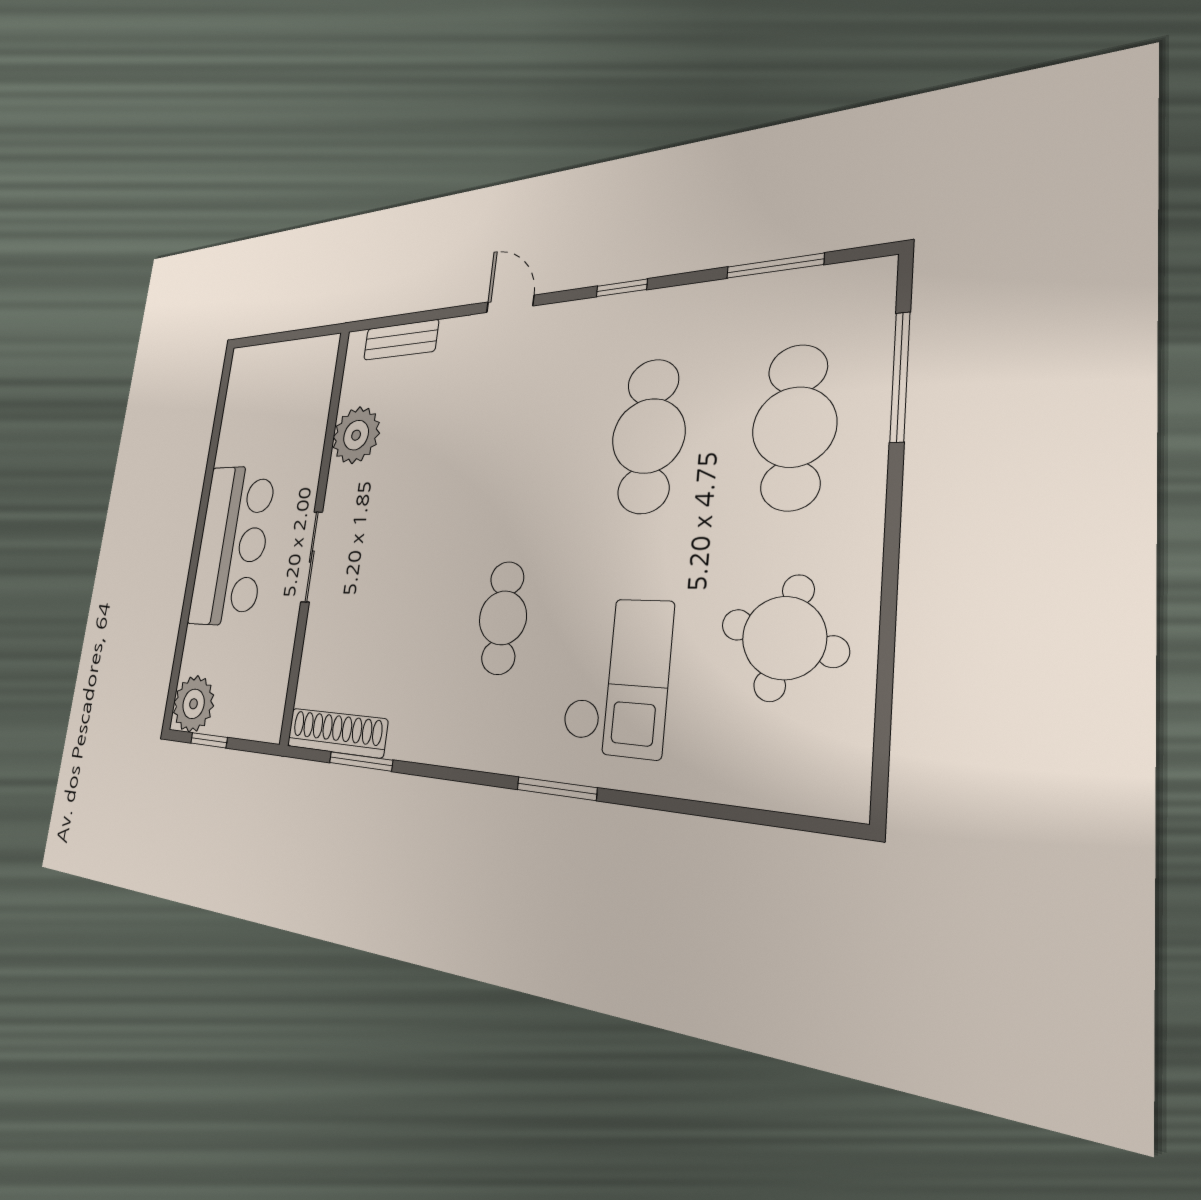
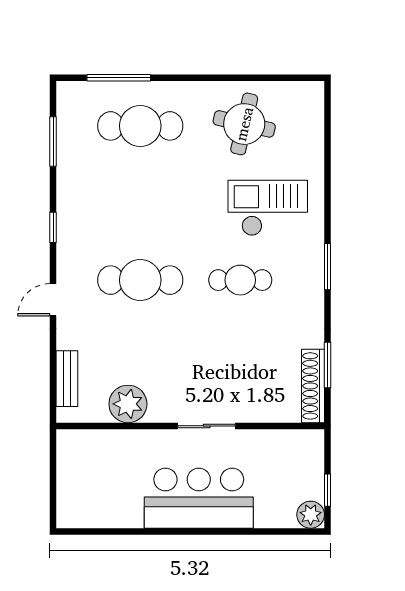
cafe table: (648, 436) -> (140, 280), moved
plant: (193, 704) -> (311, 515), width x0.73, depth x0.73
window: (557, 789) -> (327, 267), moved

